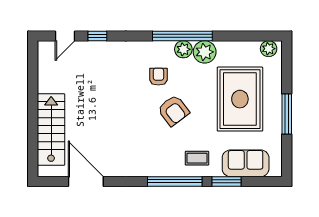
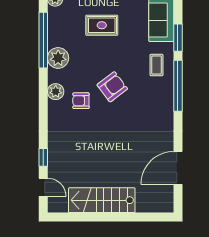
window: (182, 36) -> (43, 40), moved
plant: (183, 49) -> (56, 92), moved
rug: (240, 99) -> (102, 25), width x0.54, depth x0.49
stairs: (51, 129) -> (102, 200), moved

